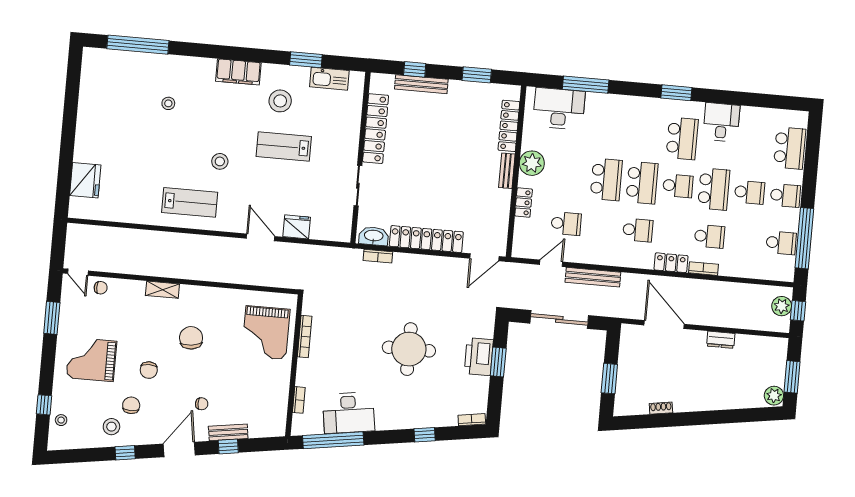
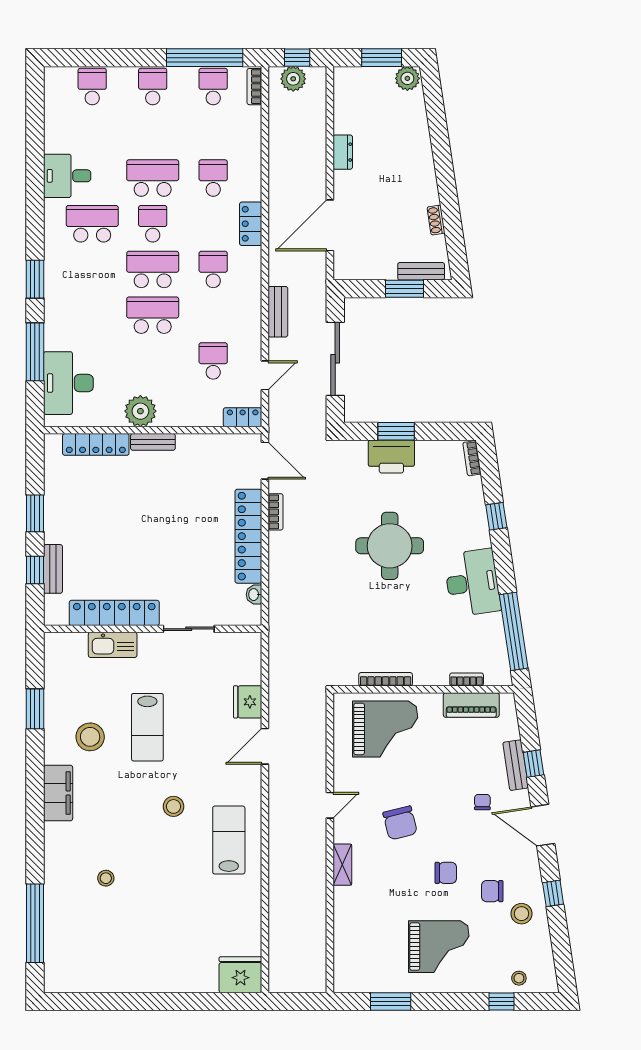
window: (477, 75) -> (35, 513), moved
kitchen sink: (329, 79) -> (113, 645), moved, turned 90
bench: (421, 84) -> (53, 569), width x0.73
window: (676, 93) -> (35, 279), moved
school desk: (790, 148) -> (92, 87), width x0.54
fridge: (85, 180) -> (240, 975), moved
school desk: (750, 192) -> (153, 132), removed
locker: (524, 203) -> (243, 417), moved
washbasin: (374, 236) -> (254, 595), width x0.52, depth x0.69
bookcase: (378, 256) -> (276, 512), moved
door: (551, 263) -> (265, 375), swing flipped
bookcase: (703, 269) -> (254, 87), moved
door: (78, 272) -> (330, 805), moved
bench: (593, 277) -> (278, 312), width x0.73
chair: (101, 288) -> (347, 943), removed
chair: (191, 338) -> (400, 823), turned -97
grand piano: (91, 359) -> (439, 947), turned -90
bench: (622, 393) -> (421, 271), added
piano: (278, 402) -> (471, 705), added
desk: (349, 413) -> (472, 583), moved

